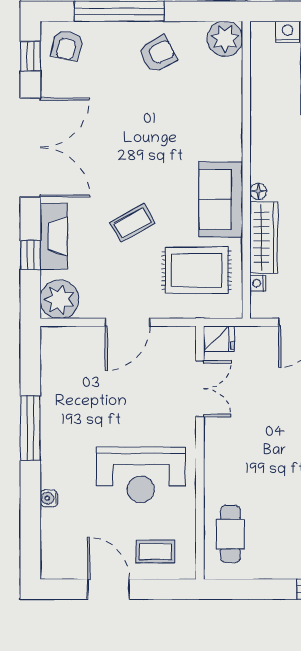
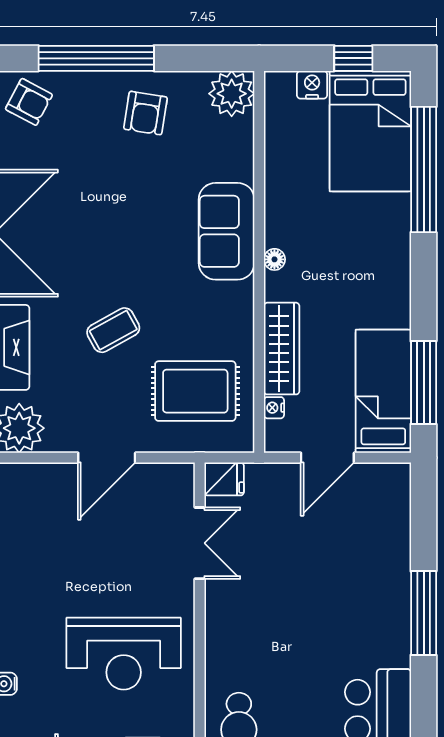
armchair: (67, 45) -> (29, 102), turned -76
armchair: (158, 54) -> (145, 113), turned 126
floor lamp: (258, 191) -> (274, 259), moved
sofa: (221, 199) -> (227, 231), moved

